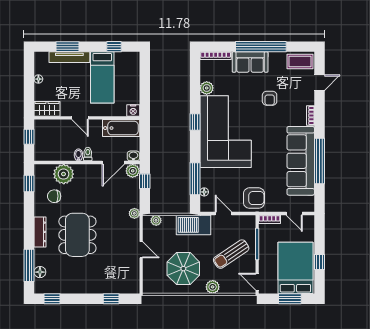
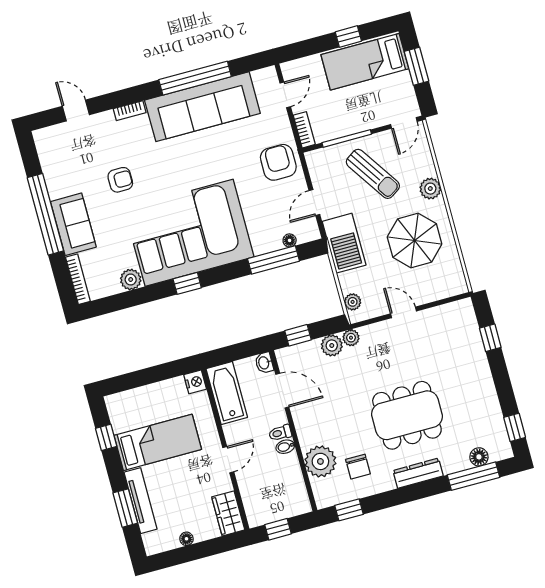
coffee table: (300, 62) -> (52, 149), removed
plant: (133, 171) -> (332, 345), moved
door: (141, 250) -> (403, 312), hinge flipped
bed: (295, 268) -> (365, 62), width x0.67

